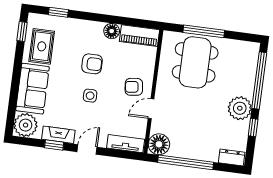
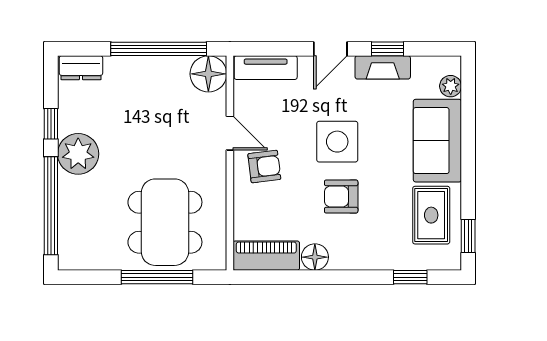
side table: (90, 96) -> (337, 142), width x1.87, depth x1.87
door: (151, 109) -> (230, 133), hinge flipped
plant: (26, 125) -> (451, 86), width x0.53, depth x0.53

